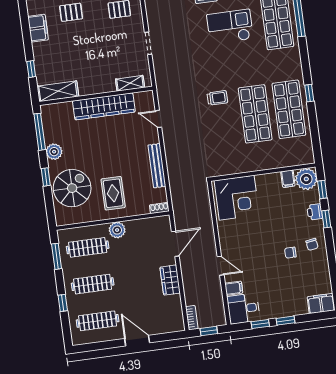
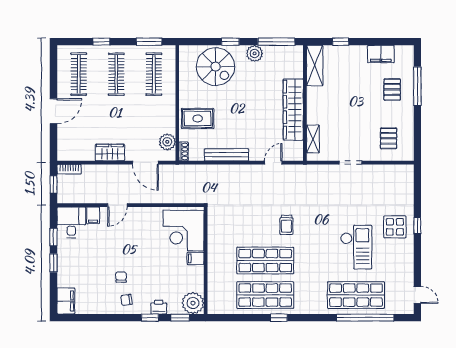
filing cabinet: (288, 179) -> (196, 258), moved
rug: (113, 193) -> (198, 118), moved
plant: (117, 230) -> (167, 142), moved

